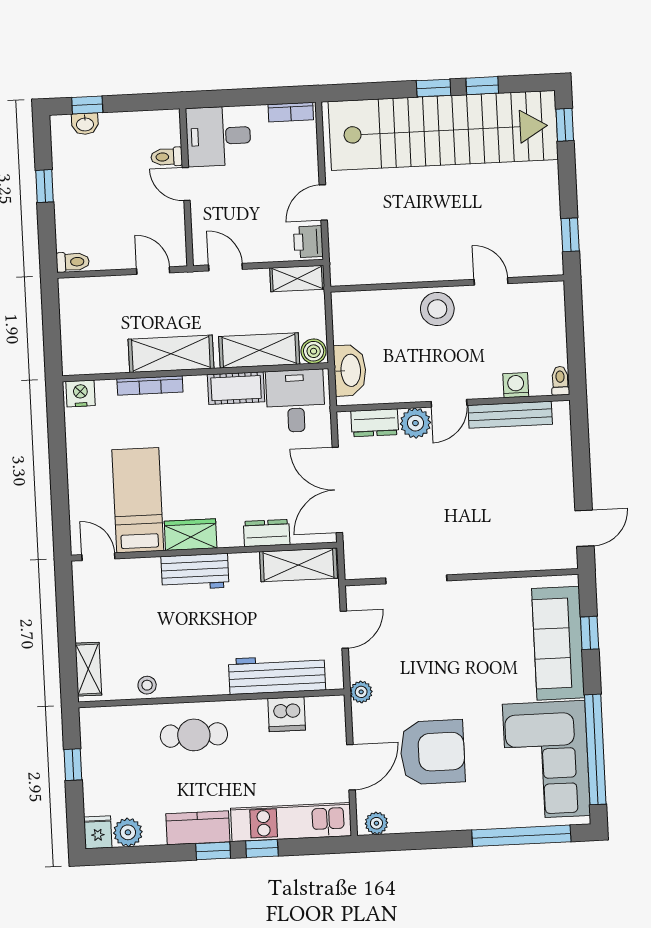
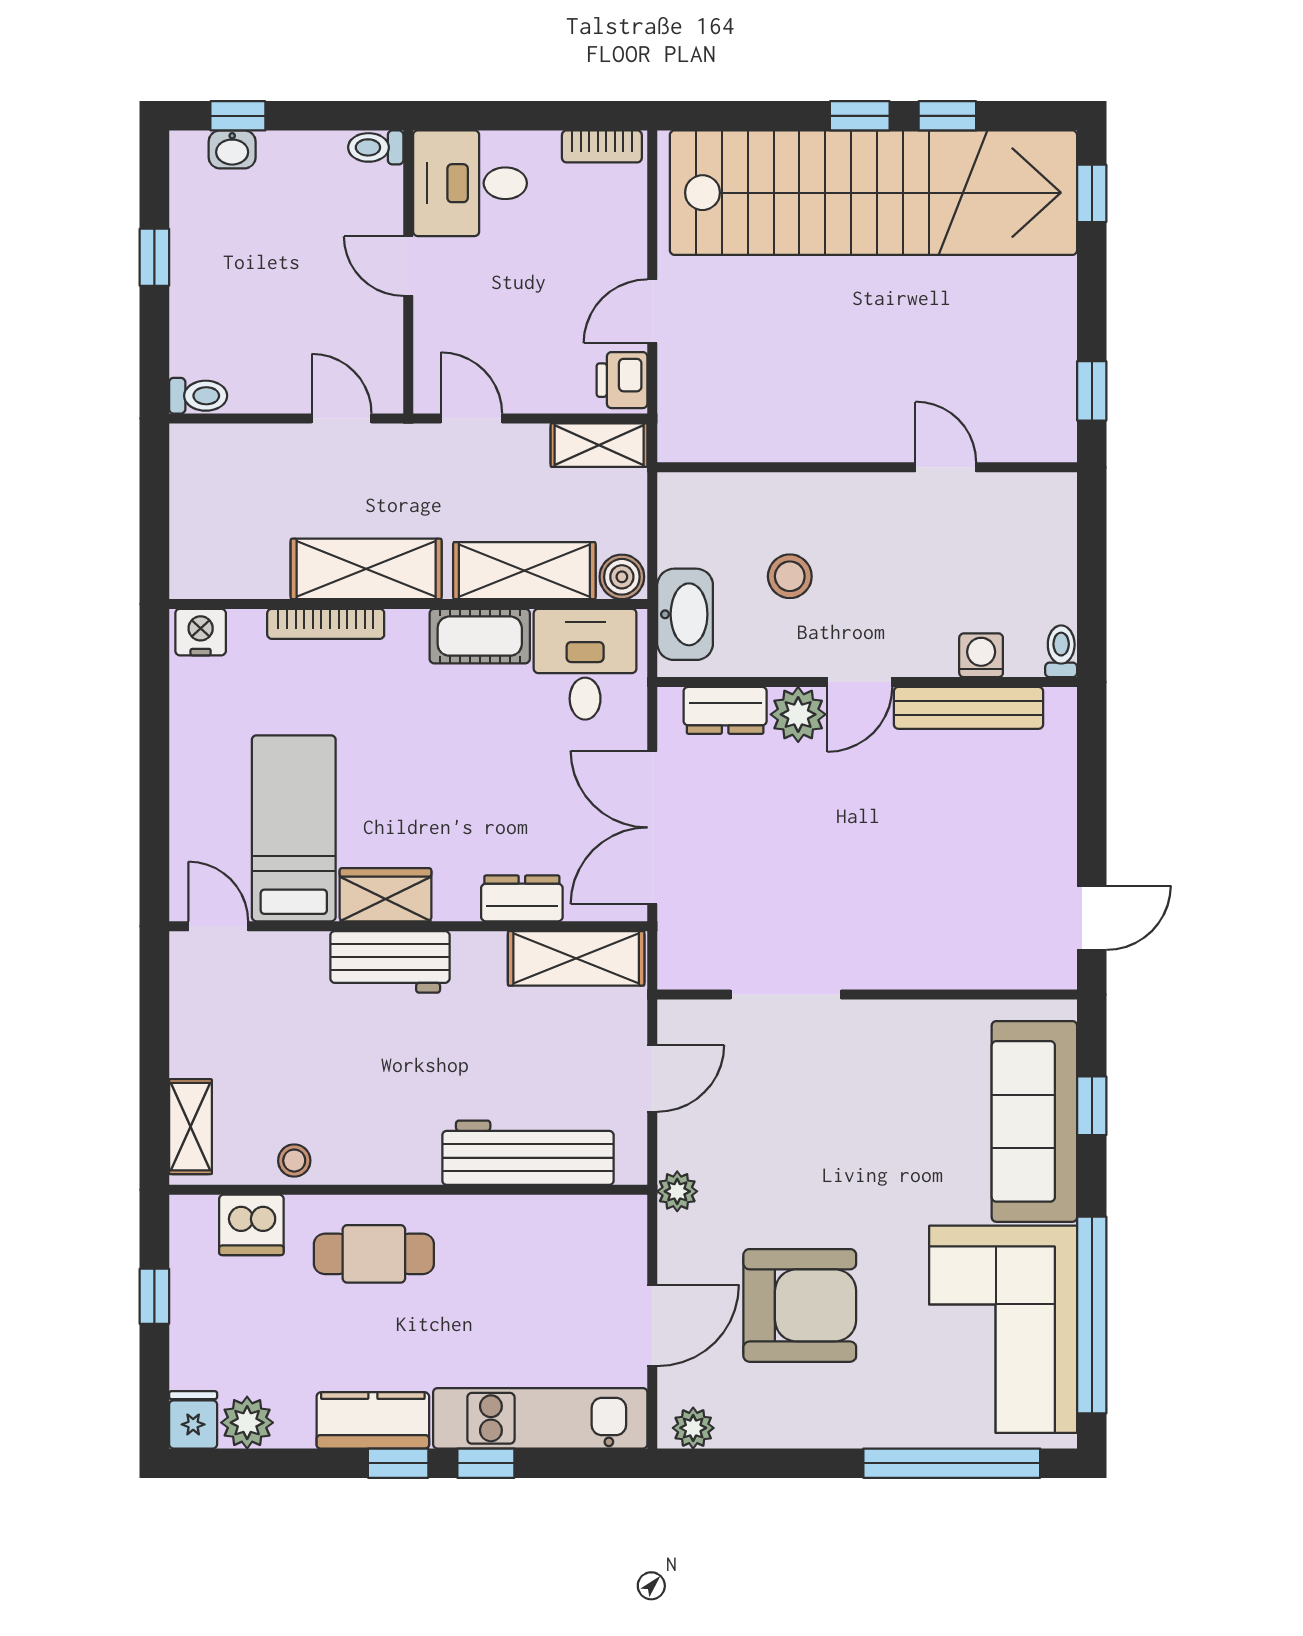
toilet: (167, 157) -> (376, 147), moved
stool: (437, 309) -> (790, 576), moved, width x0.73, depth x0.73
dishwasher: (287, 714) -> (251, 1225), moved

